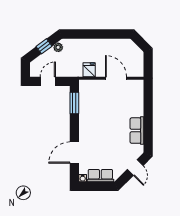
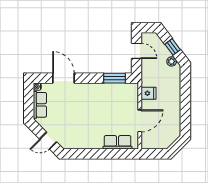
row of seats: (137, 131) -> (118, 142), moved

